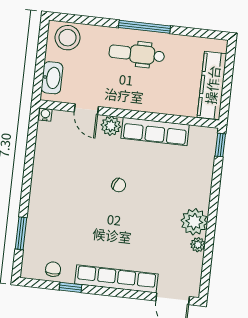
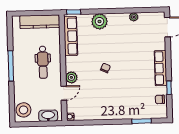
dental chair: (137, 54) -> (43, 62), moved
row of seats: (155, 132) -> (71, 36), moved
plant: (194, 222) -> (99, 21), moved
row of seats: (116, 279) -> (161, 68), width x0.73

